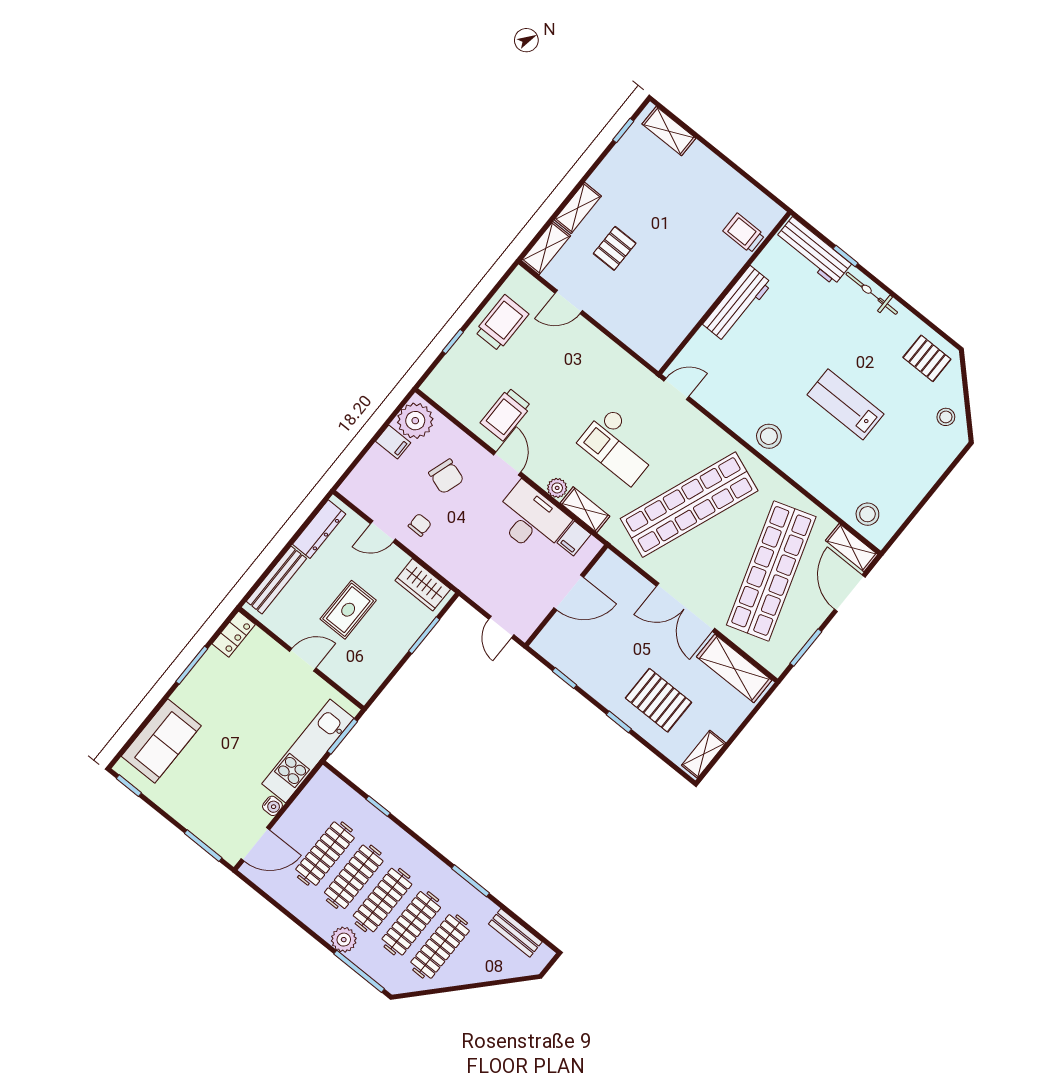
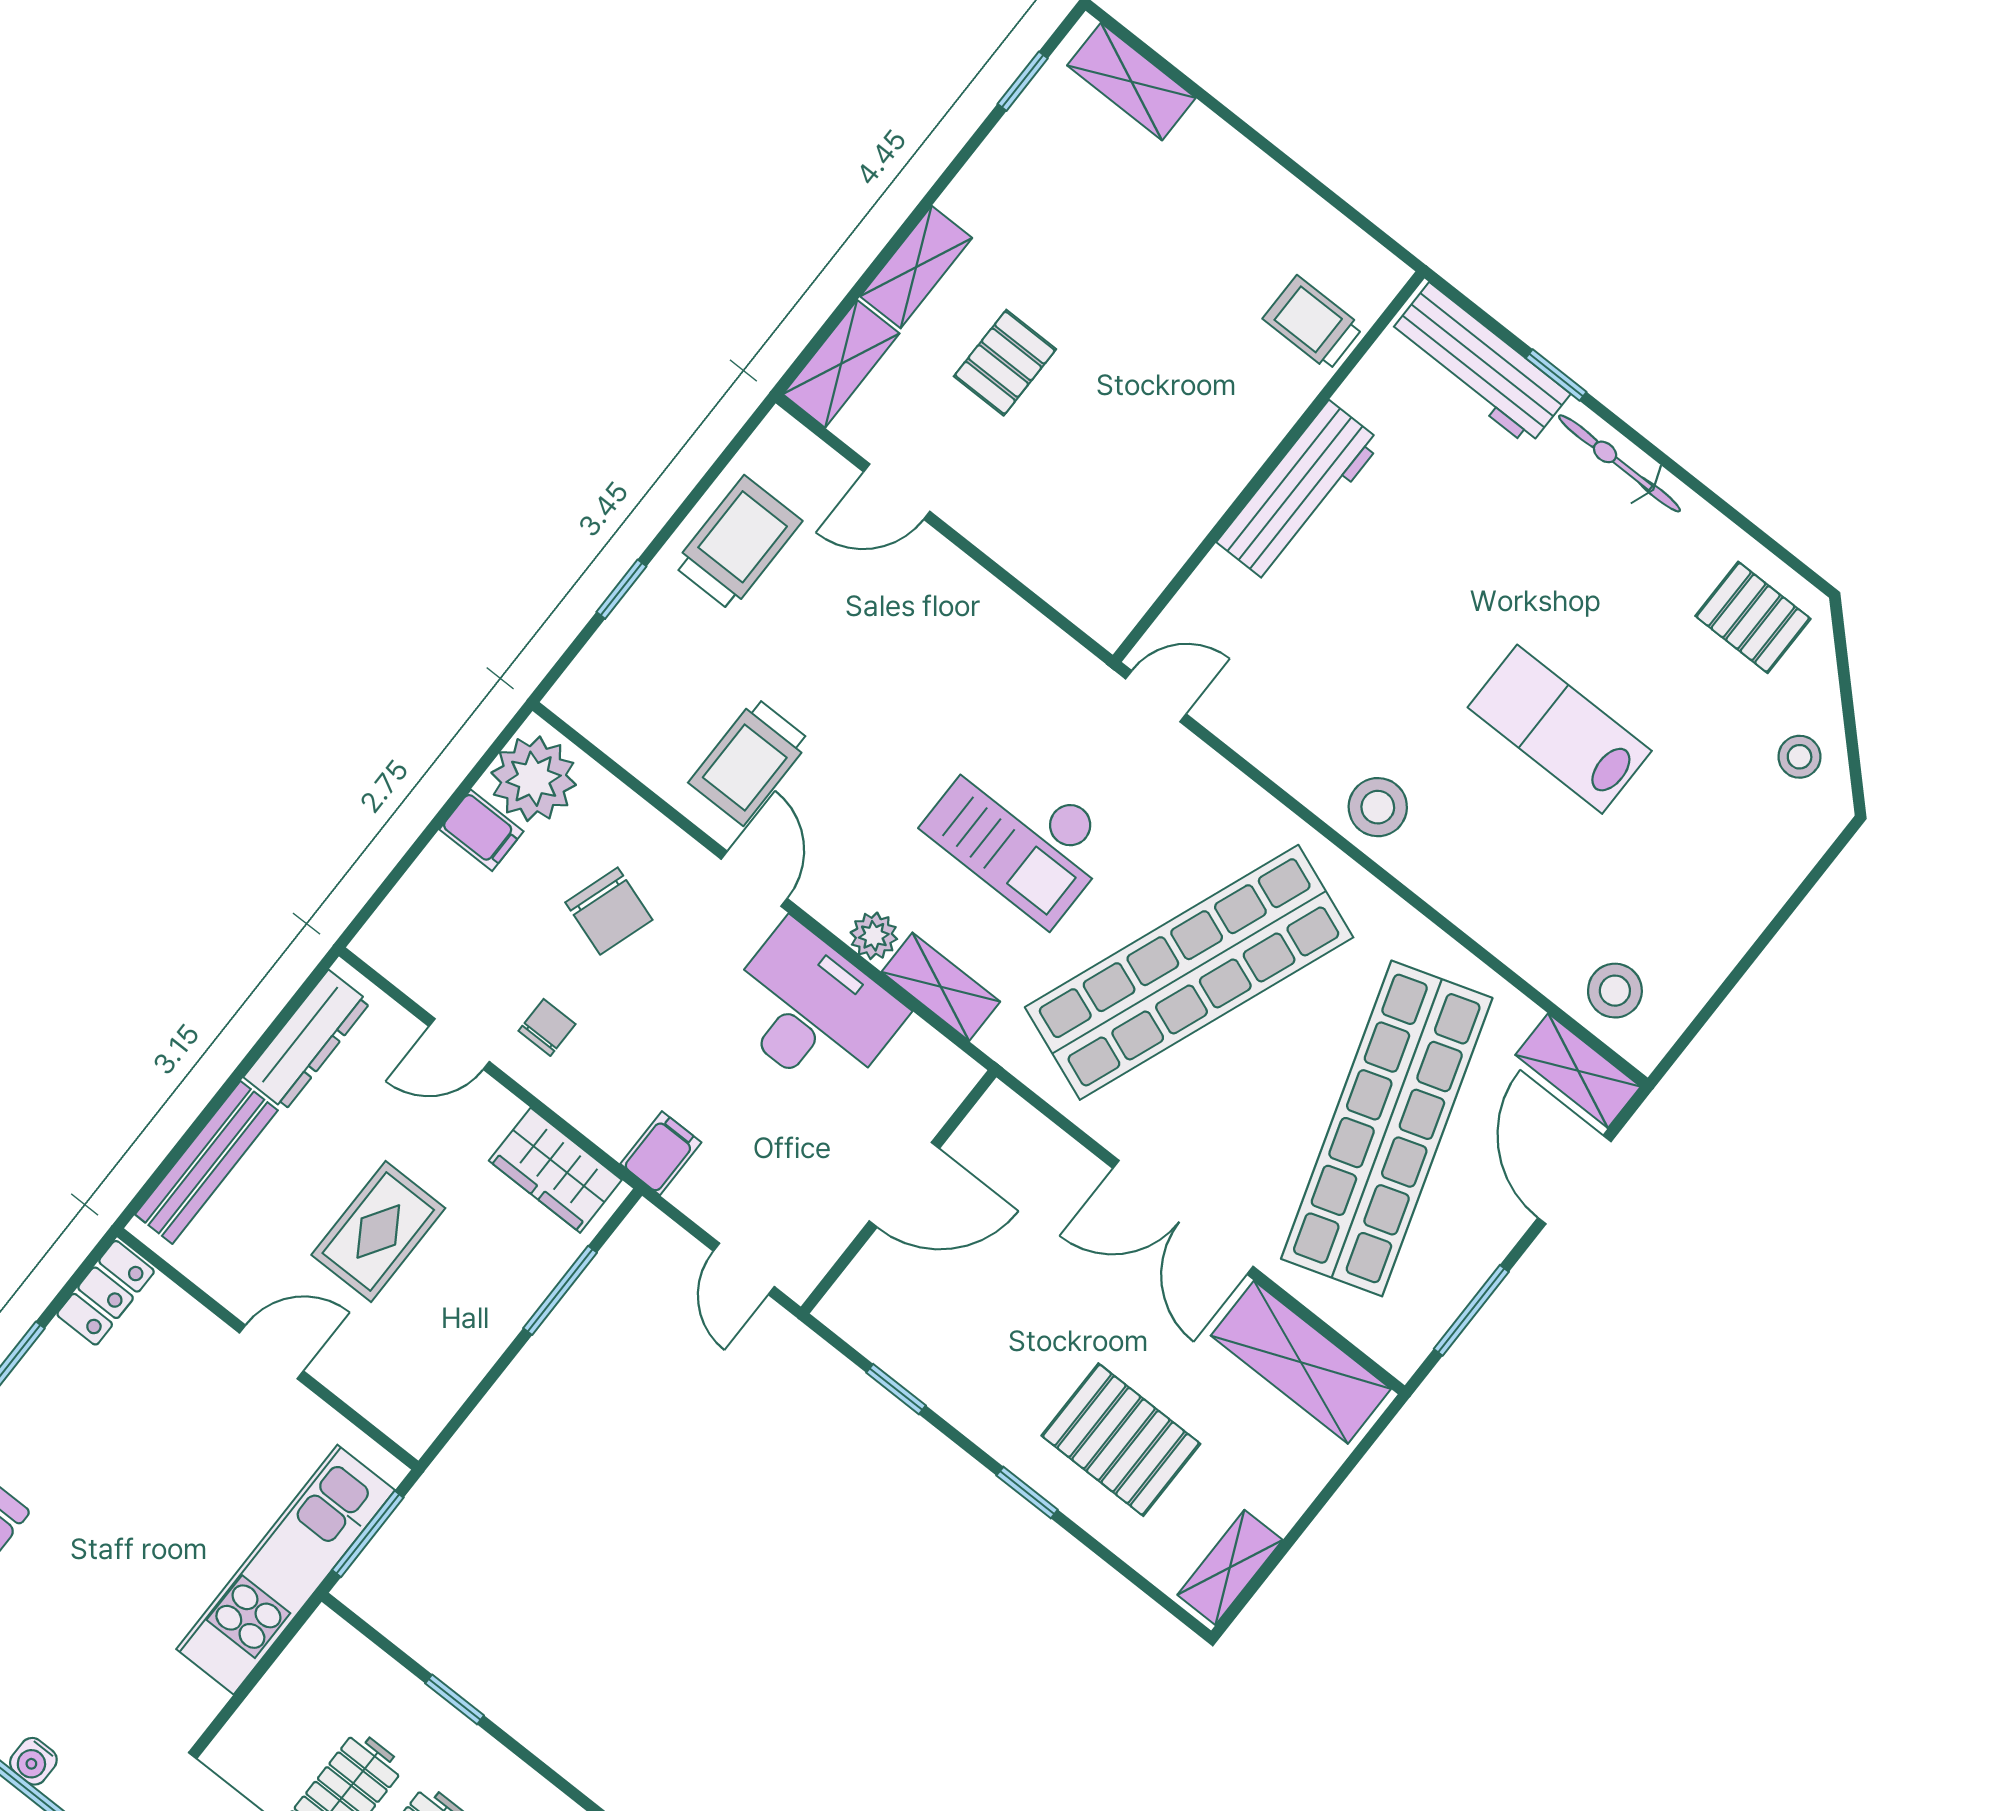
filing cabinet: (574, 539) -> (661, 1153), moved, turned 180
water cooler: (272, 806) -> (33, 1761), moved, turned 90

